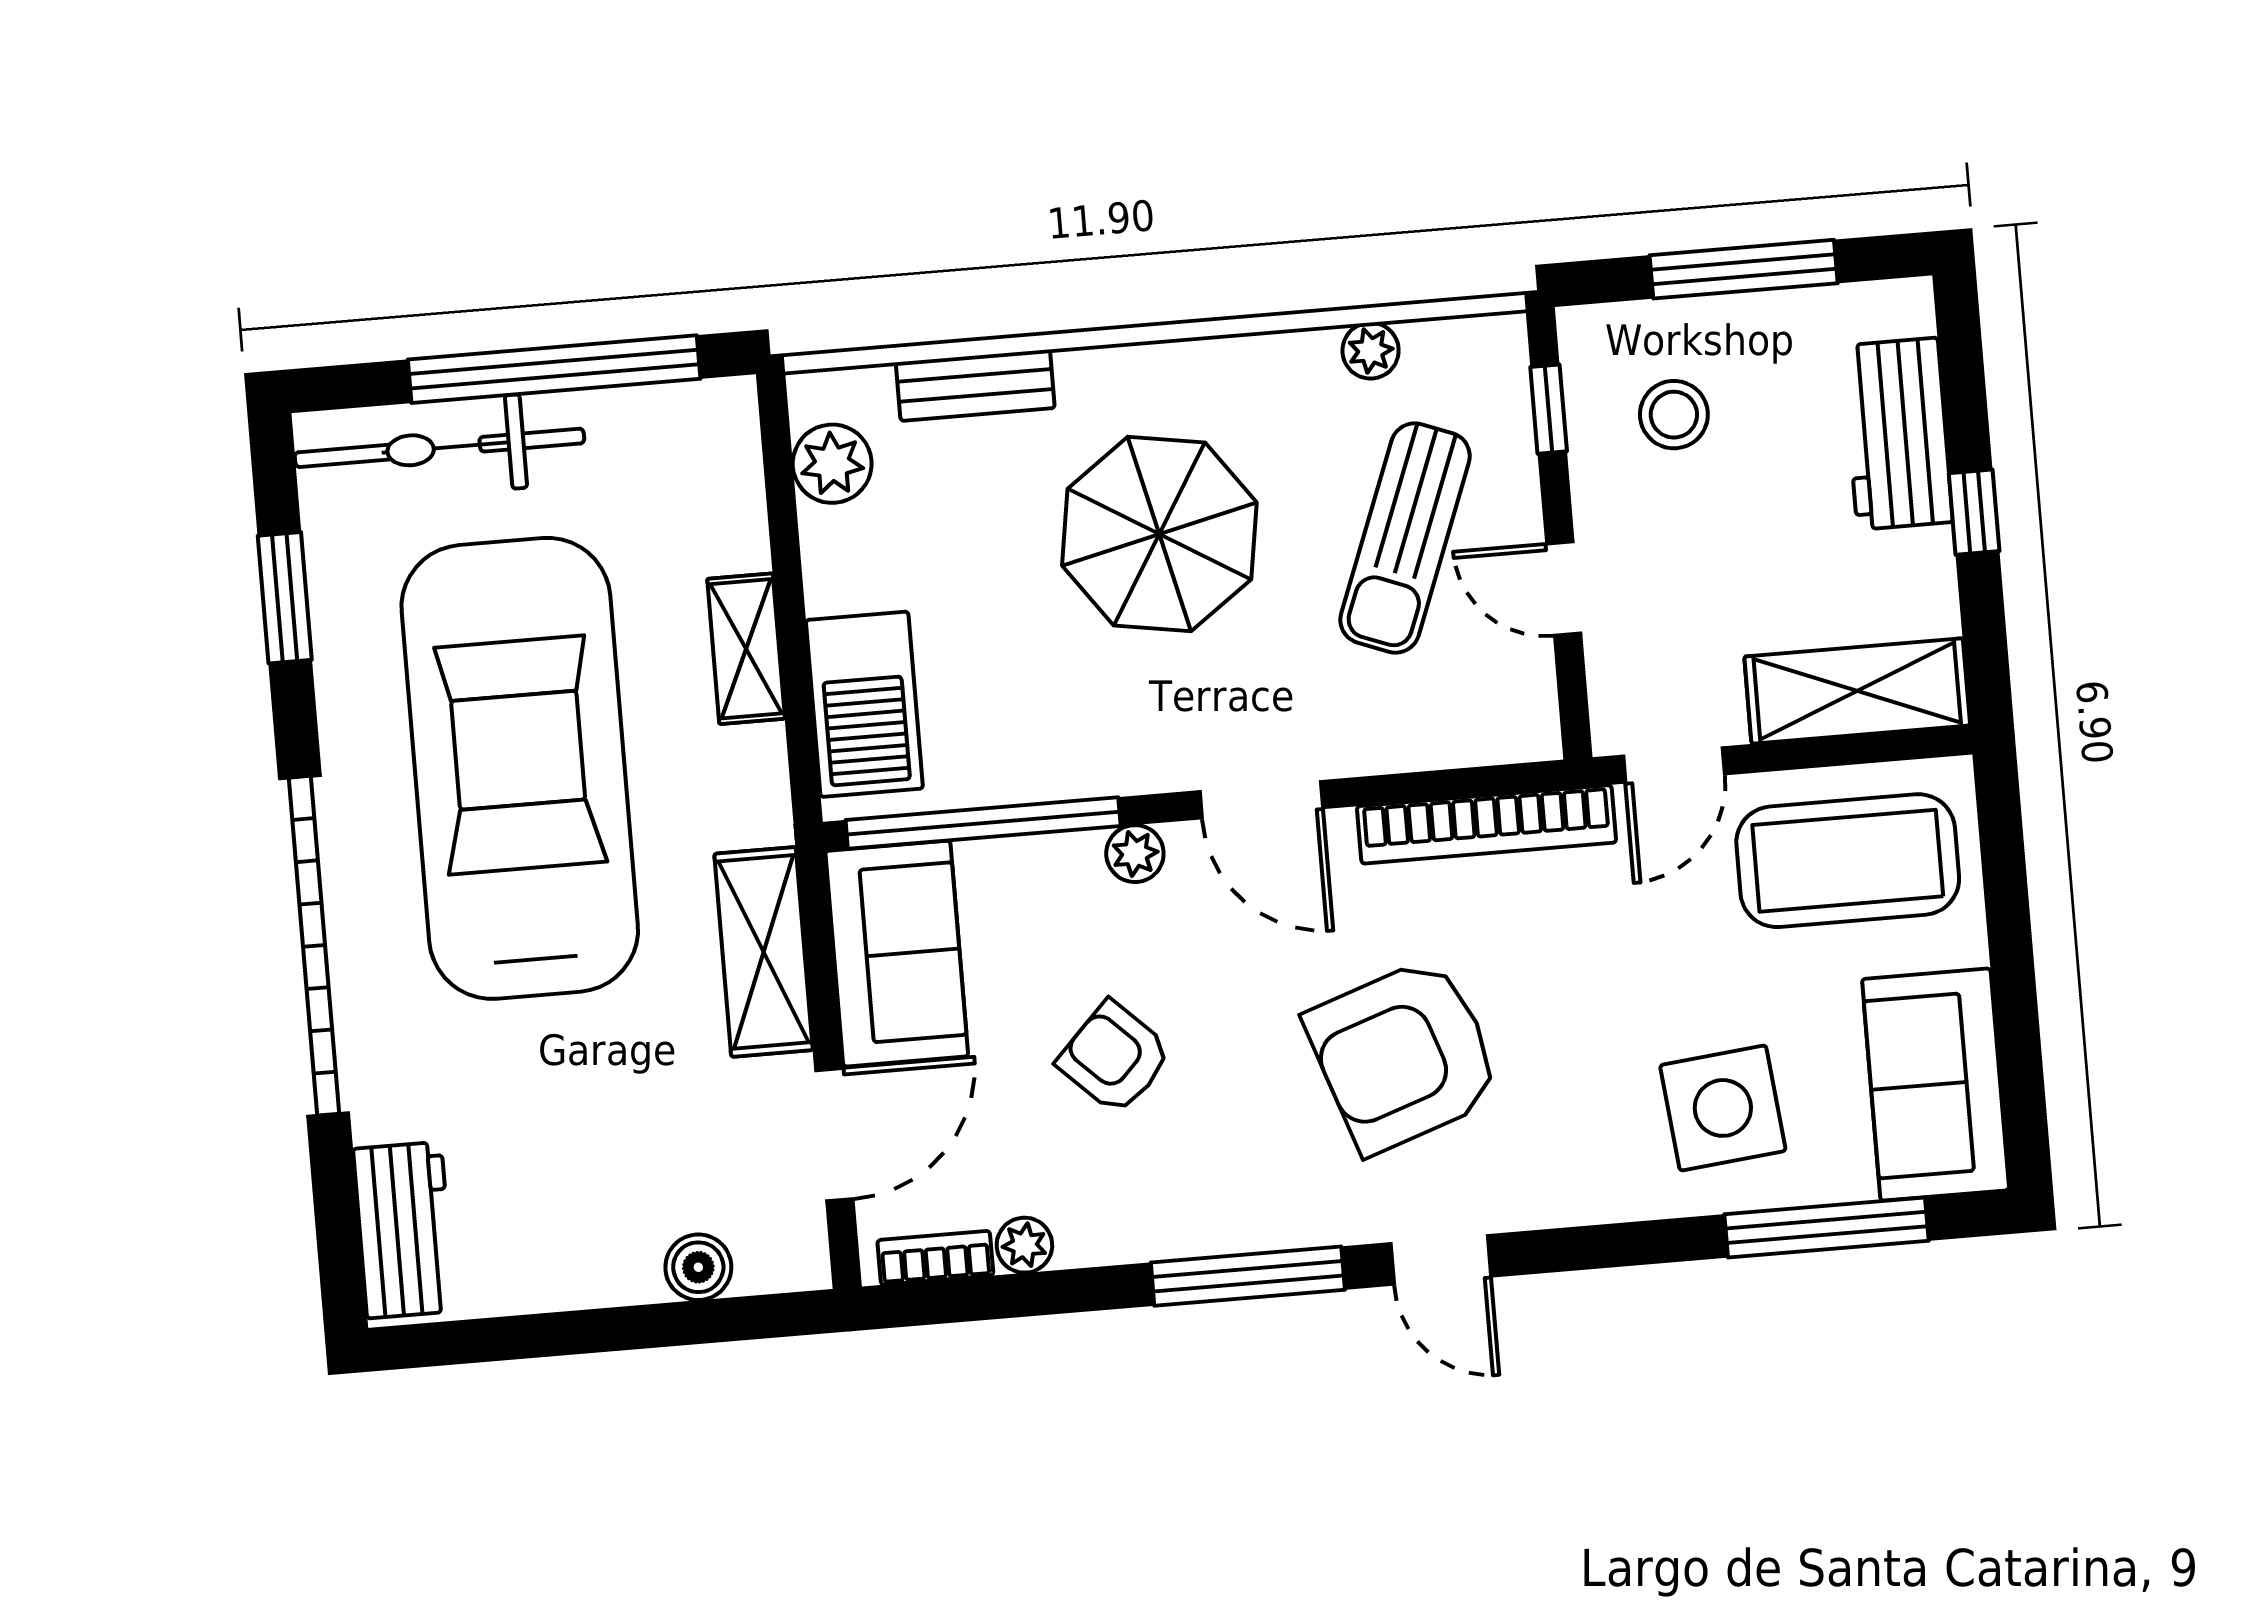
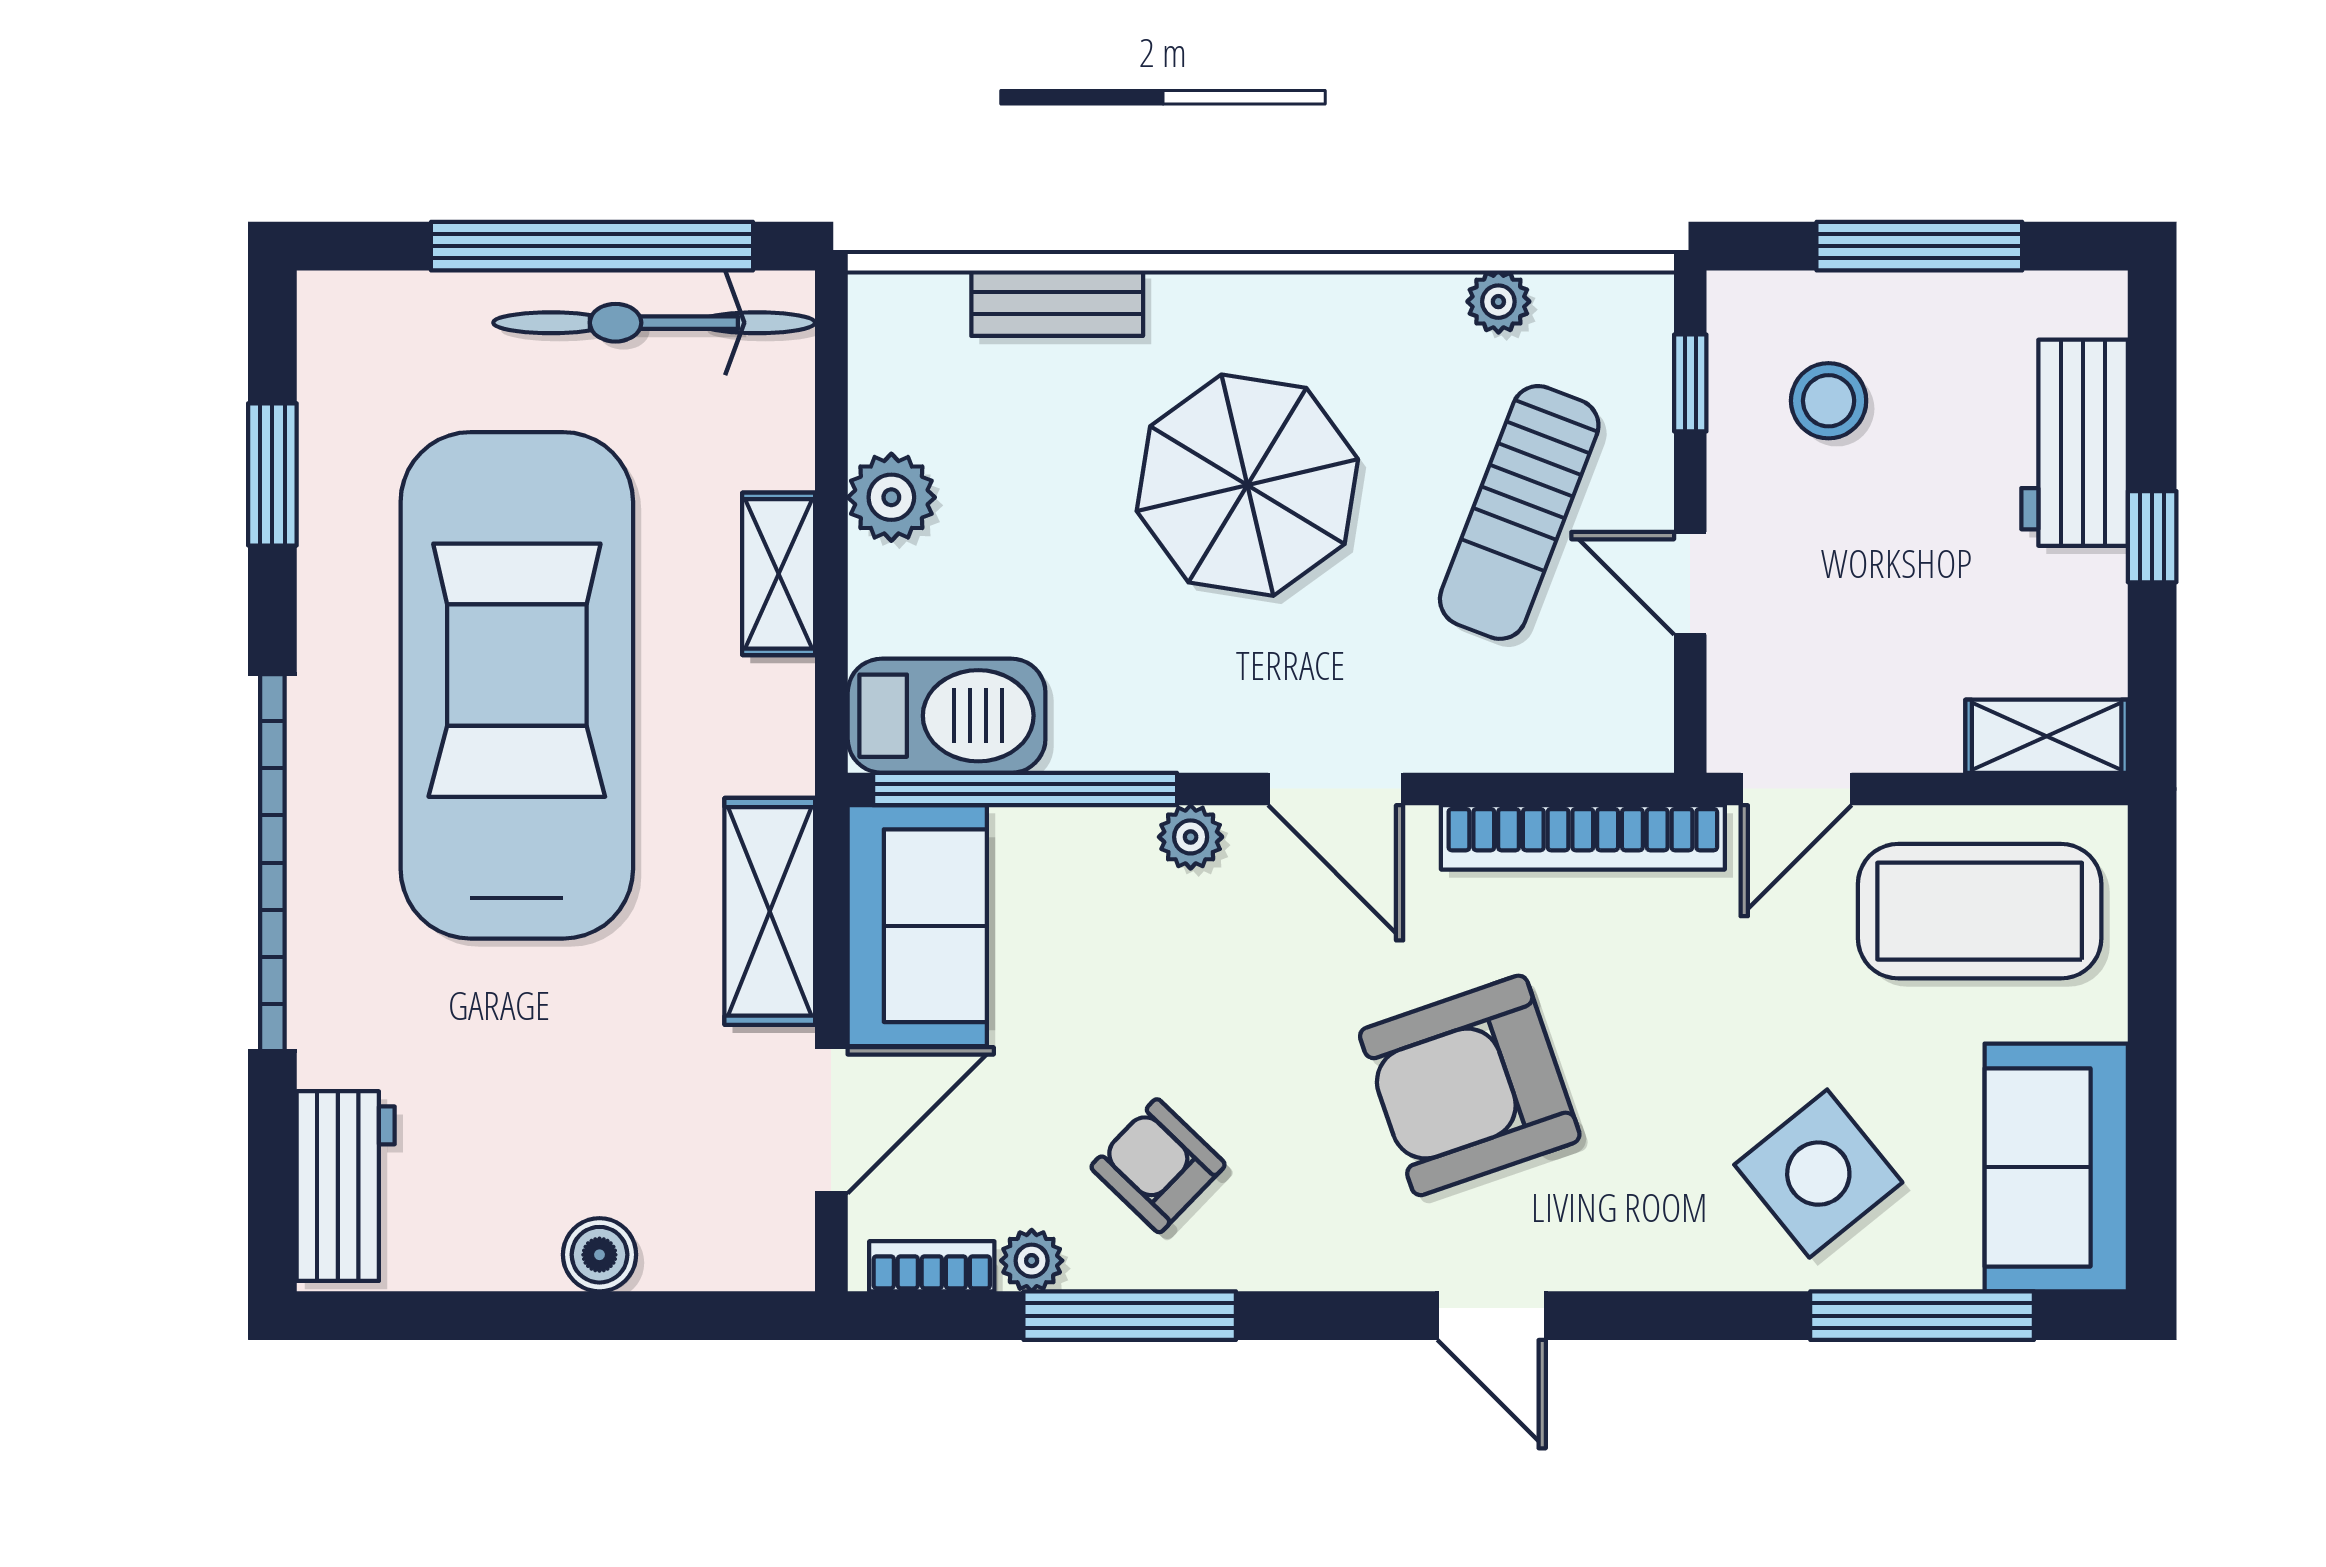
bicycle: (439, 448) -> (654, 323), moved
plant: (832, 464) -> (891, 497), moved
shelving: (1857, 691) -> (2047, 736), width x0.67, depth x0.75
barbecue: (864, 704) -> (947, 716), moved, turned -90
armchair: (1115, 1058) -> (1158, 1166), moved
side table: (1723, 1108) -> (1818, 1174), turned -33
boiler: (698, 1267) -> (599, 1255), moved
window: (1248, 1276) -> (1130, 1316), moved

